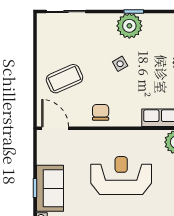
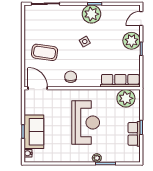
coffee table: (65, 79) -> (45, 52), turned 32
reception desk: (121, 176) -> (86, 122), turned 90

